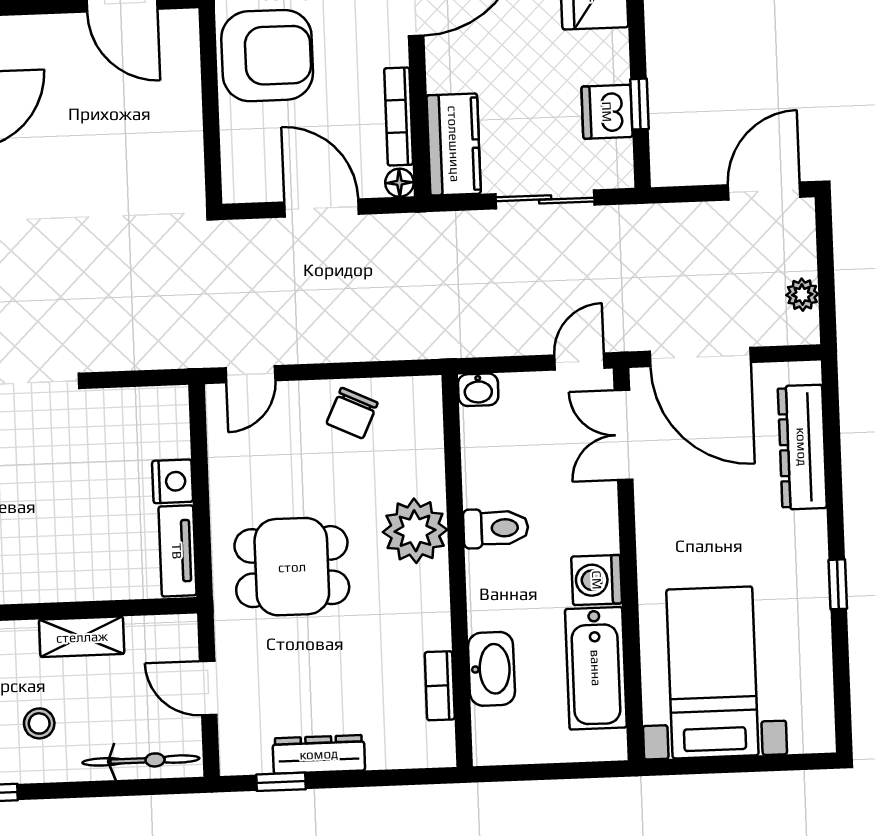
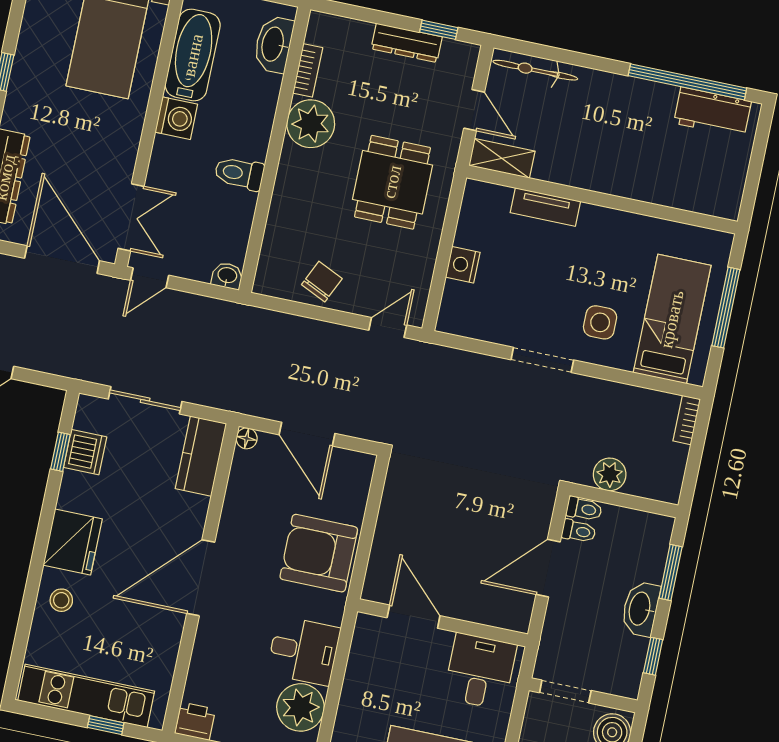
bookcase: (399, 116) -> (235, 486), removed
plant: (415, 531) -> (311, 124), moved
tv unit: (177, 551) -> (545, 207), moved, turned 90
dining table: (292, 567) -> (392, 182), turned 90
shelving: (82, 637) -> (502, 158), moved
washbasin: (491, 669) -> (274, 44), moved
stool: (39, 723) -> (602, 115), removed

